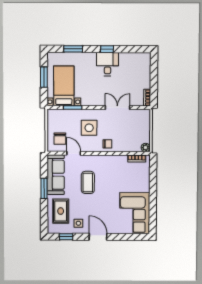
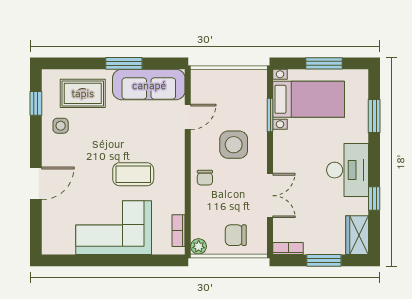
window: (107, 49) -> (374, 199), moved
wardrobe: (140, 59) -> (357, 235), added
desk: (108, 64) -> (348, 170), width x1.37
window: (154, 77) -> (324, 260), added
chair: (60, 139) -> (236, 235), moved
coffee table: (88, 182) -> (133, 174), moved
corner sofa: (135, 213) -> (114, 228), moved
door: (98, 237) -> (36, 183), moved

